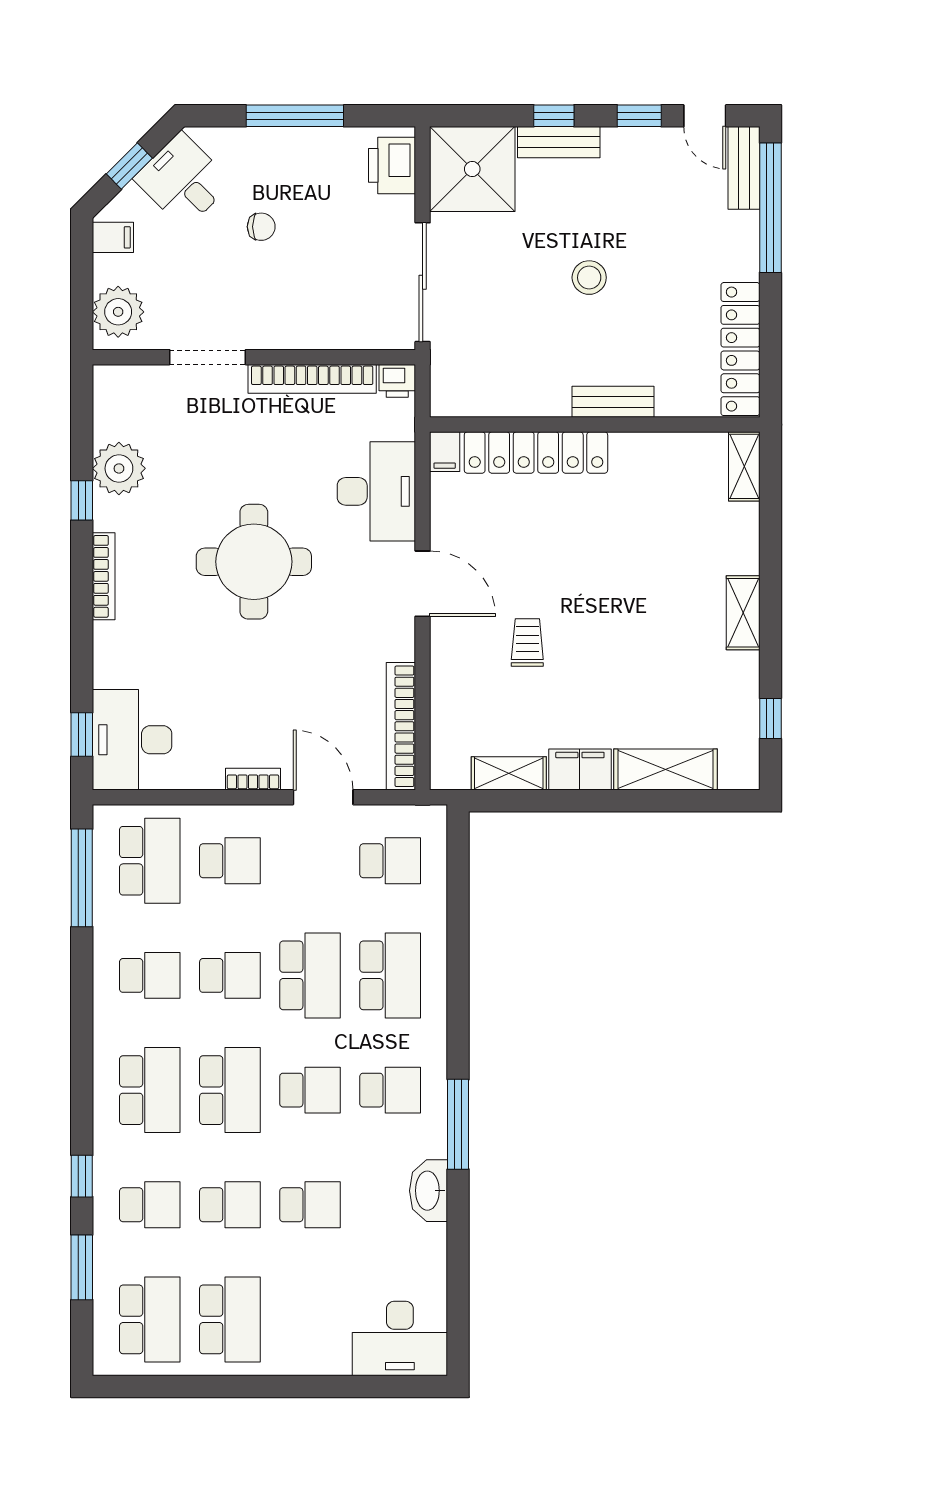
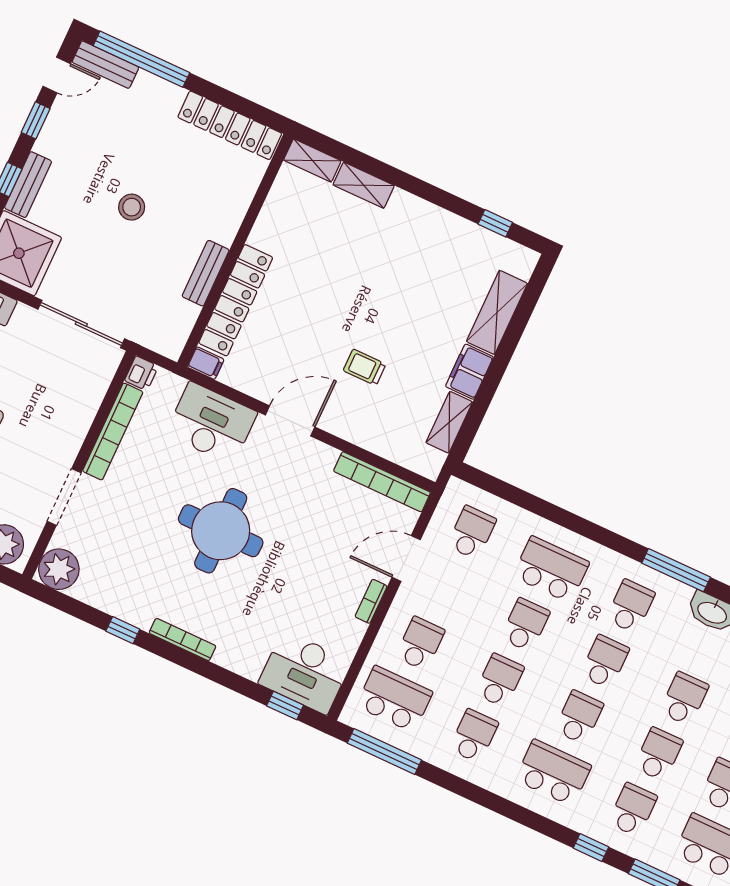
bench: (613, 402) -> (206, 273), moved
plant: (119, 468) -> (59, 569), moved
shelving: (743, 613) -> (364, 185), moved
school desk: (310, 975) -> (525, 625), width x0.54
school desk: (230, 1090) -> (579, 717), width x0.54

